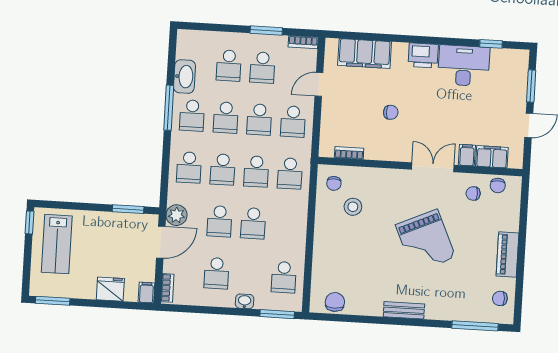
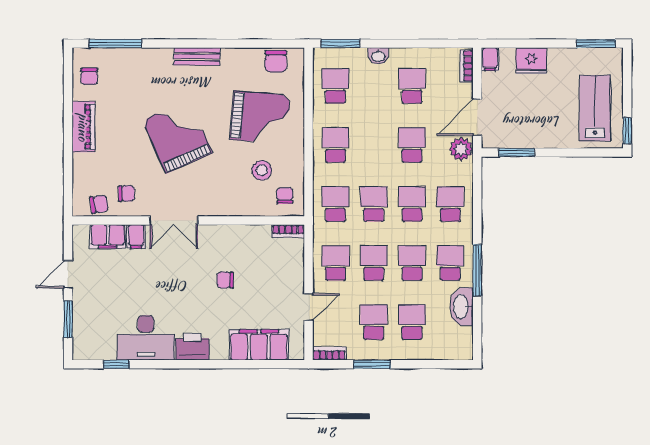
bookcase: (349, 153) -> (288, 231), moved
chair: (498, 186) -> (99, 204), turned 82
school desk: (253, 223) -> (335, 145), moved
grand piano: (352, 253) -> (260, 117), added
chair: (500, 298) -> (89, 76), turned 90

